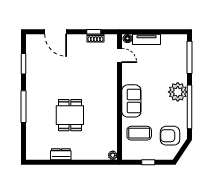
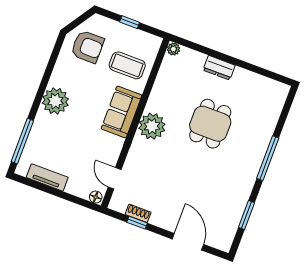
tv unit: (147, 39) -> (47, 177), moved
plant: (108, 99) -> (152, 126), added
window: (190, 107) -> (47, 75), removed
dresser: (61, 154) -> (219, 68), moved

